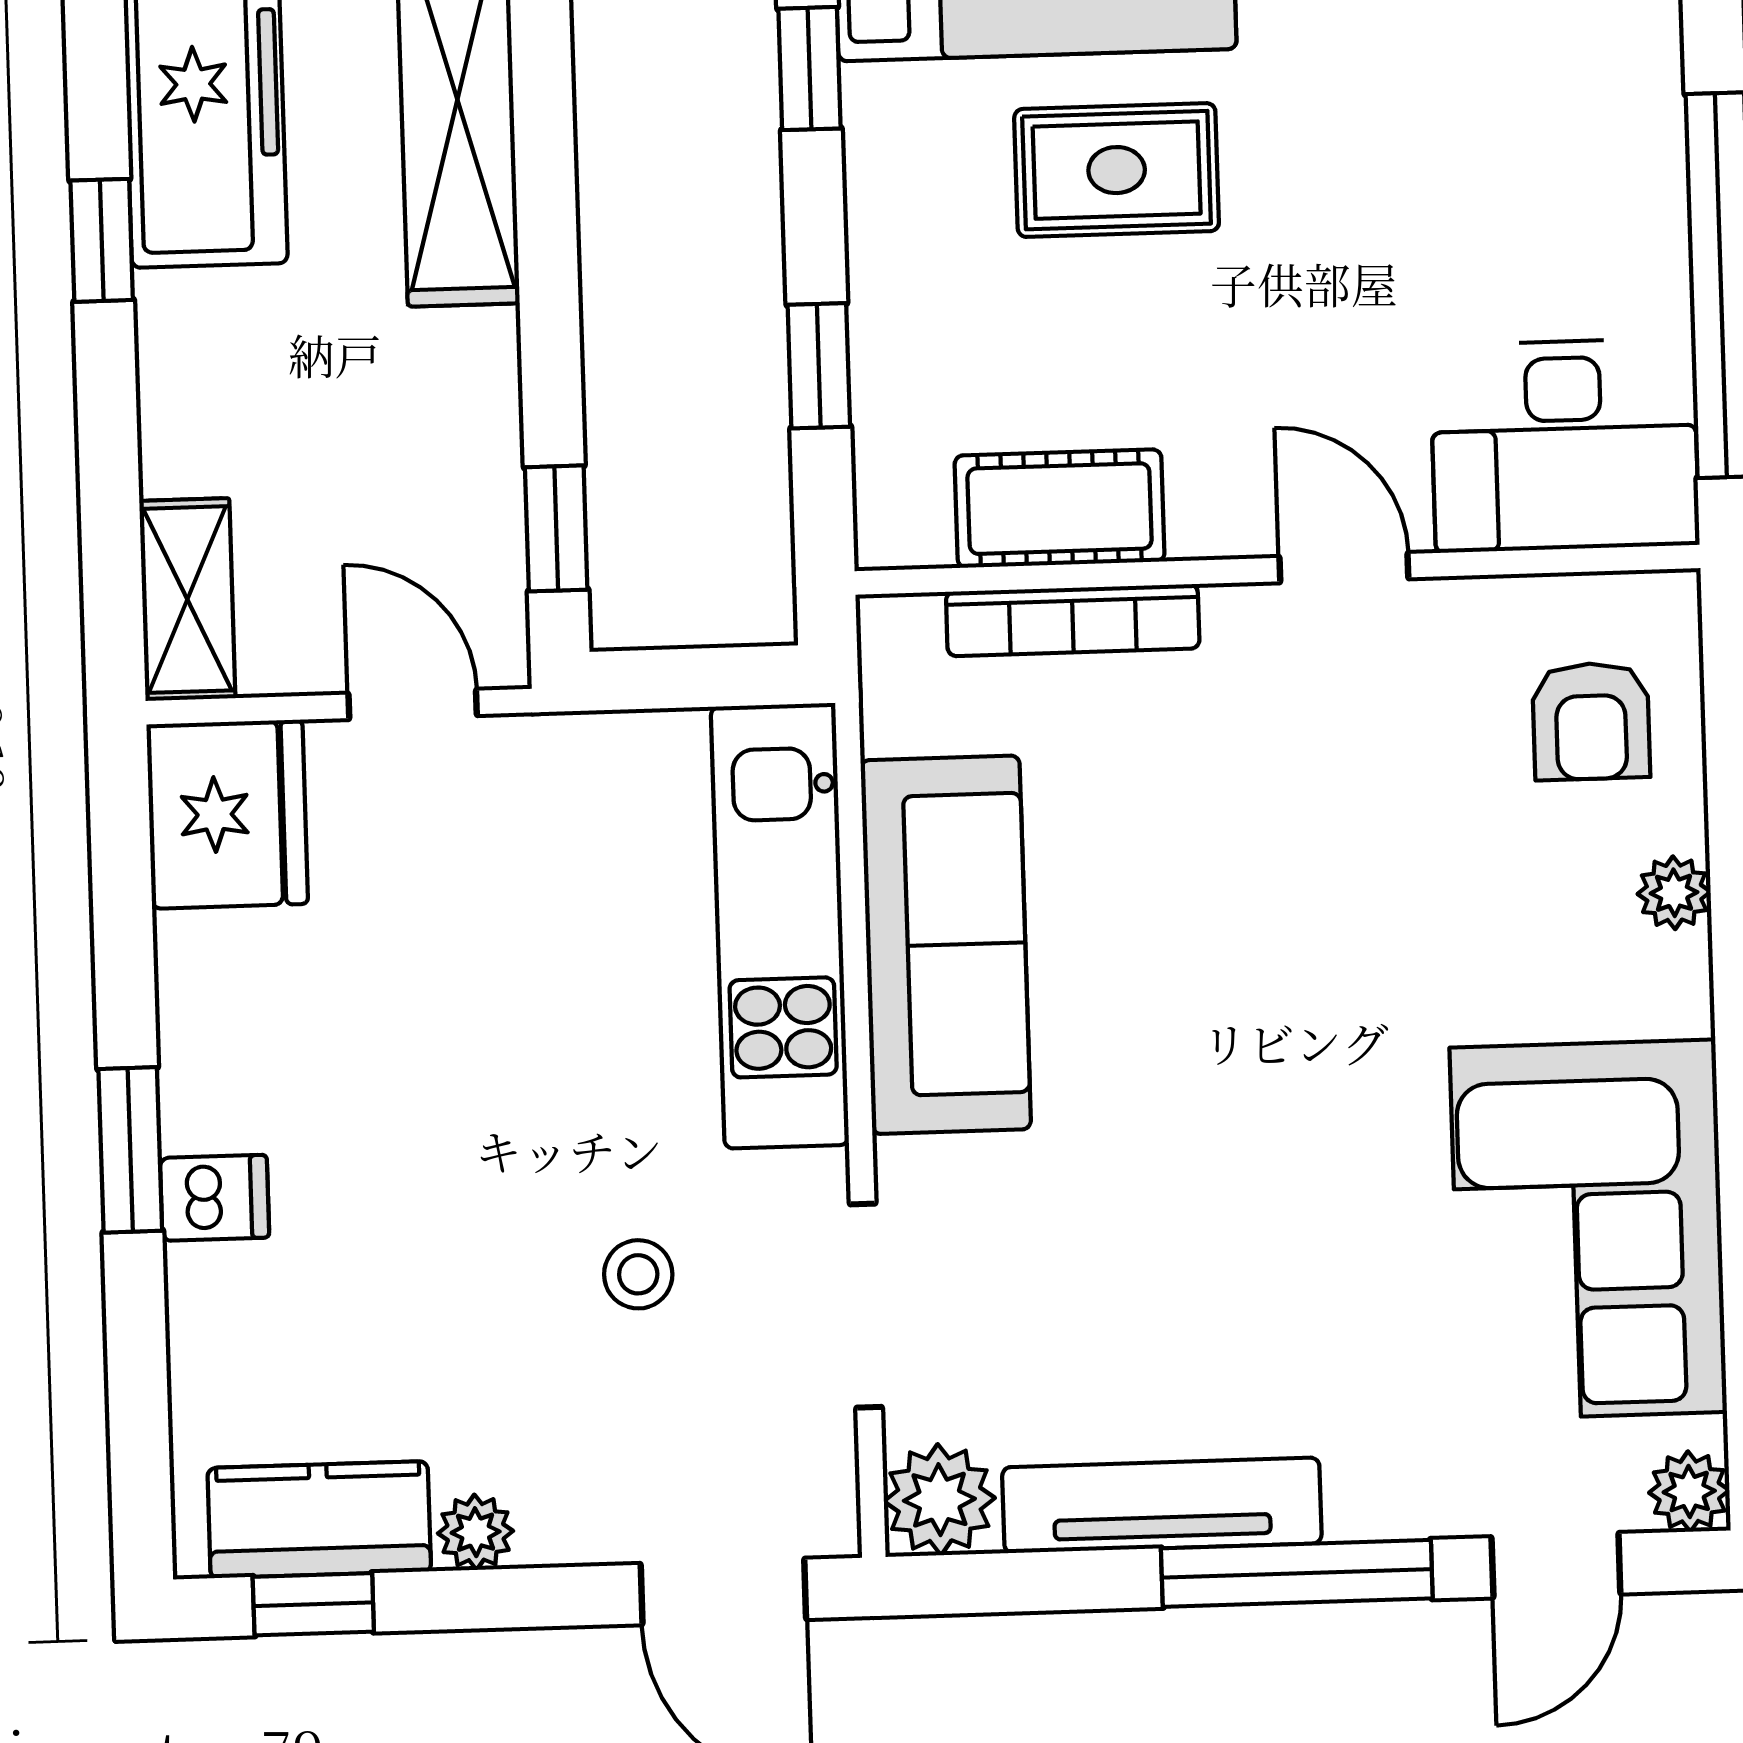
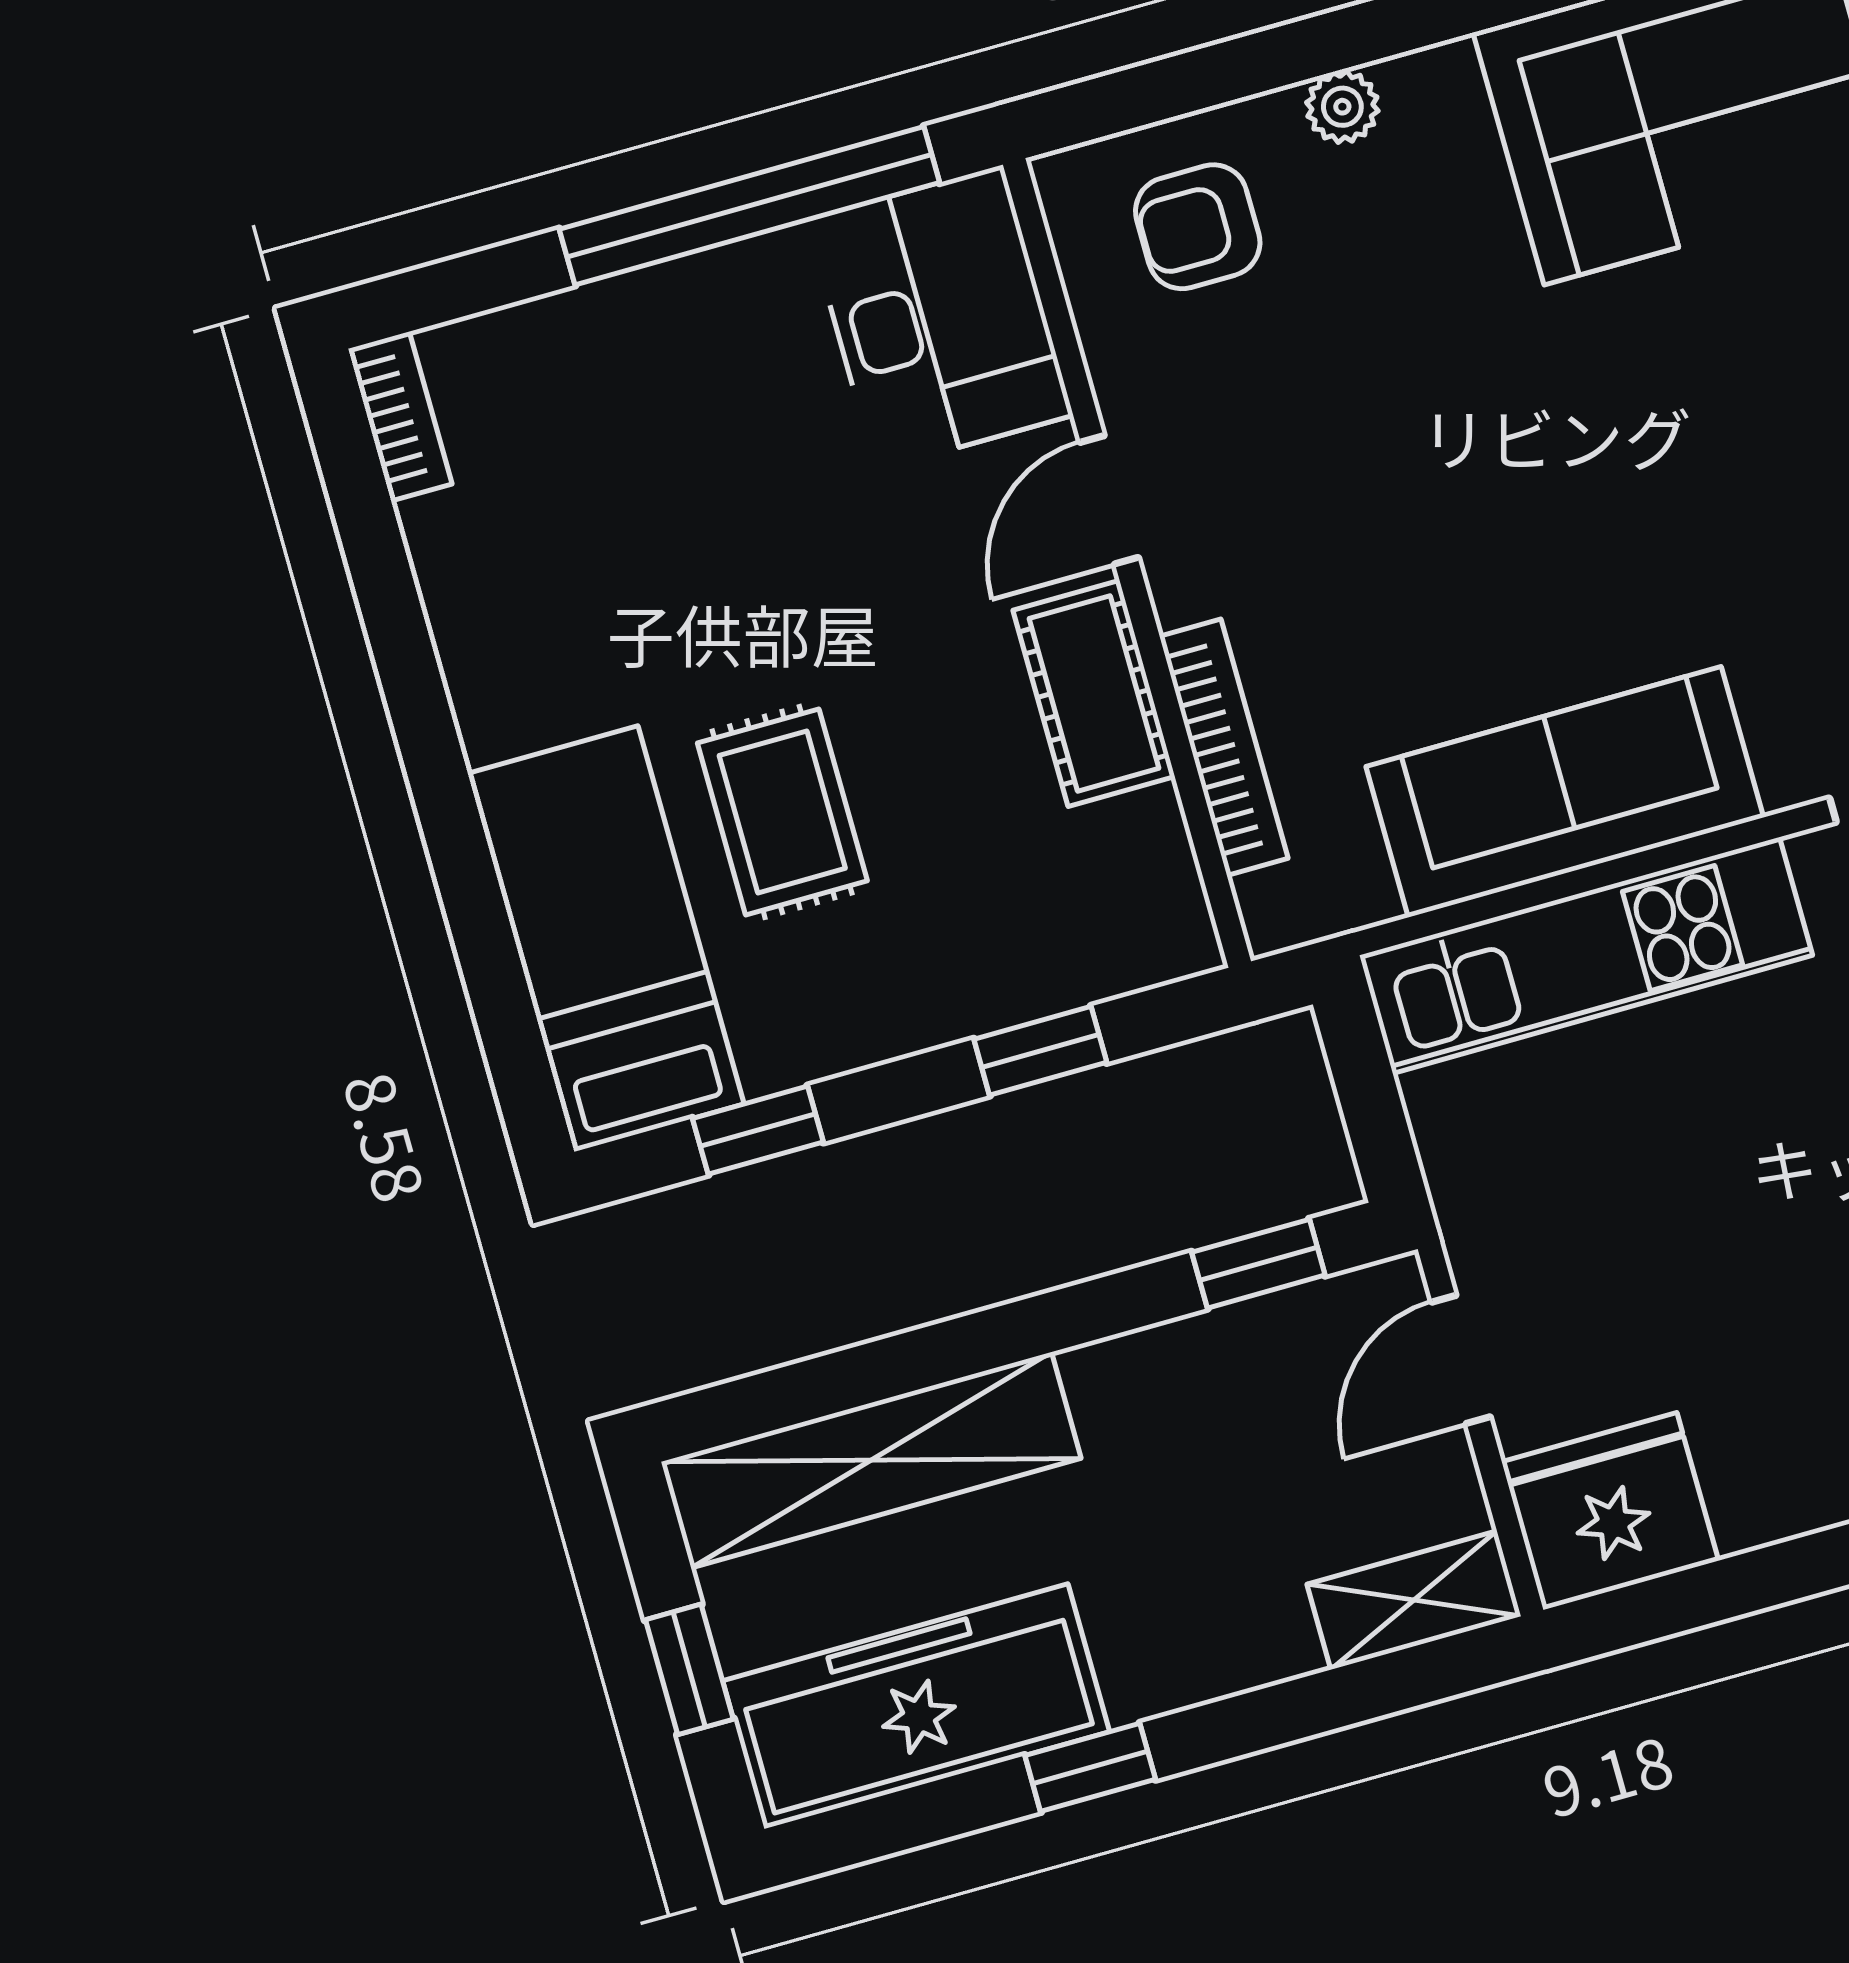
cot: (1060, 509) -> (1094, 693), moved
armchair: (1591, 721) -> (1198, 227), turned 180

